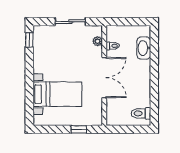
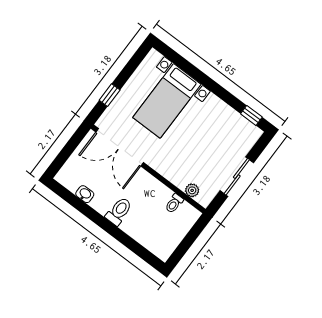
washbasin: (144, 48) -> (85, 194), moved, width x0.52, depth x0.69
double door: (104, 78) -> (120, 147), moved
toilet: (141, 113) -> (119, 211), moved

